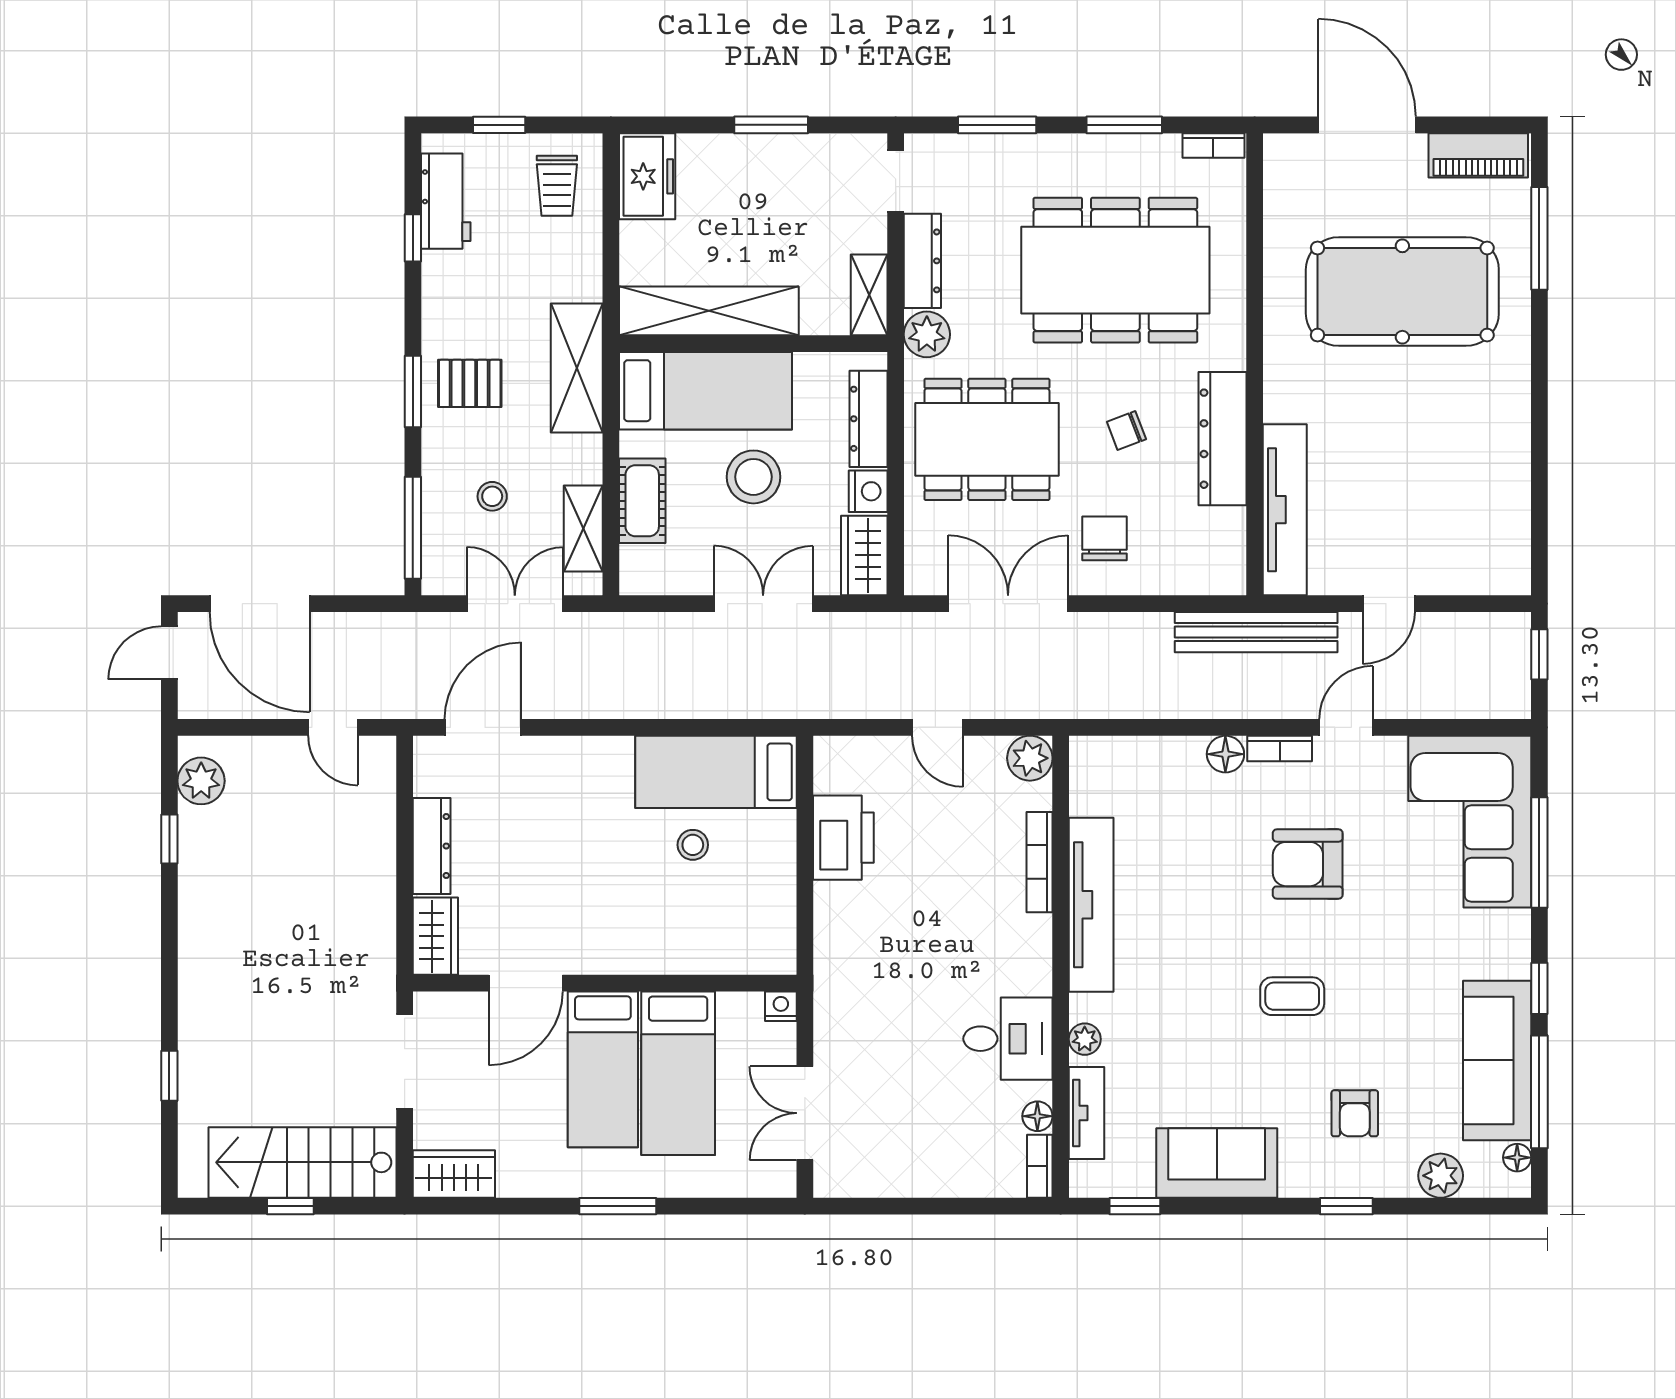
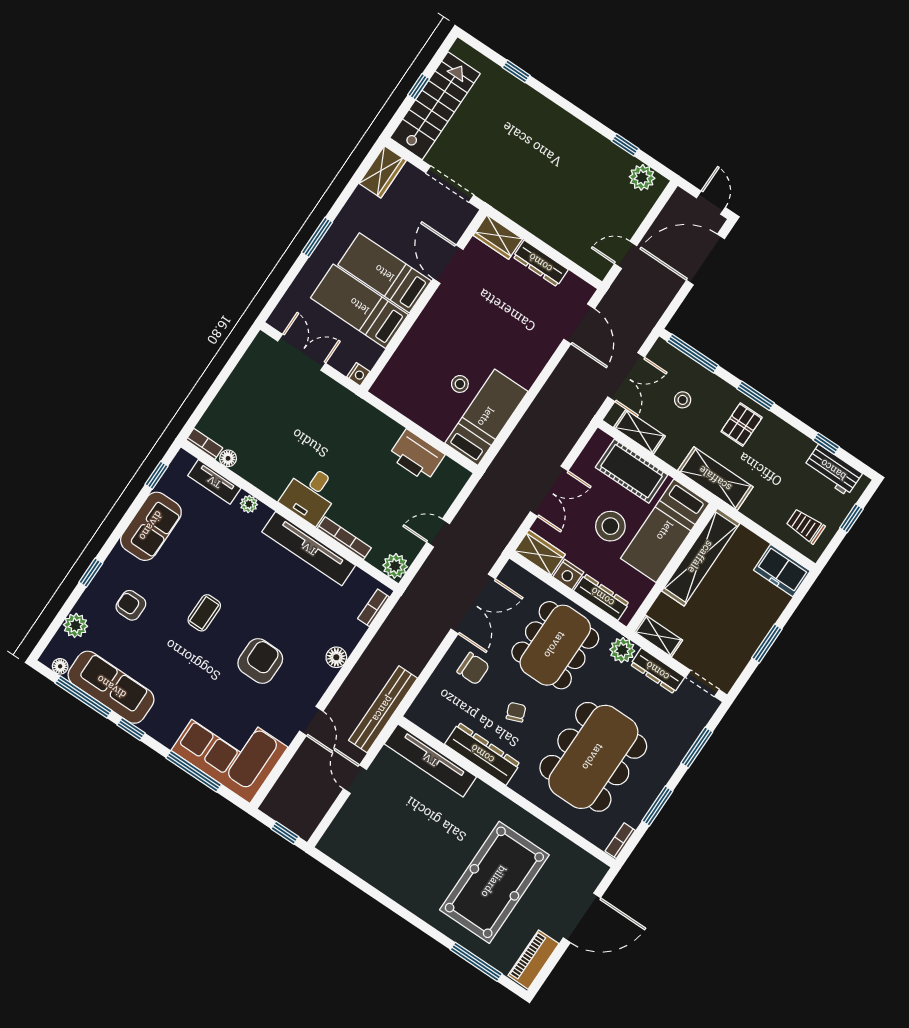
cot: (642, 501) -> (632, 471), width x1.37, depth x1.34
bookcase: (1280, 749) -> (373, 608), moved
desk: (1008, 1039) -> (310, 494), moved

